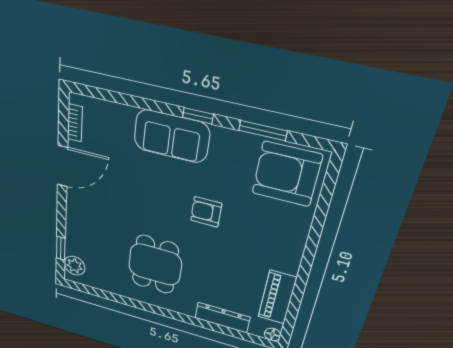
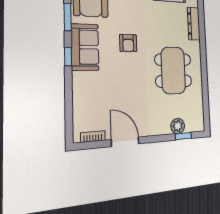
sofa: (172, 136) -> (85, 47), moved
dining table: (155, 265) -> (173, 70), width x1.38
plant: (75, 266) -> (178, 126), moved

